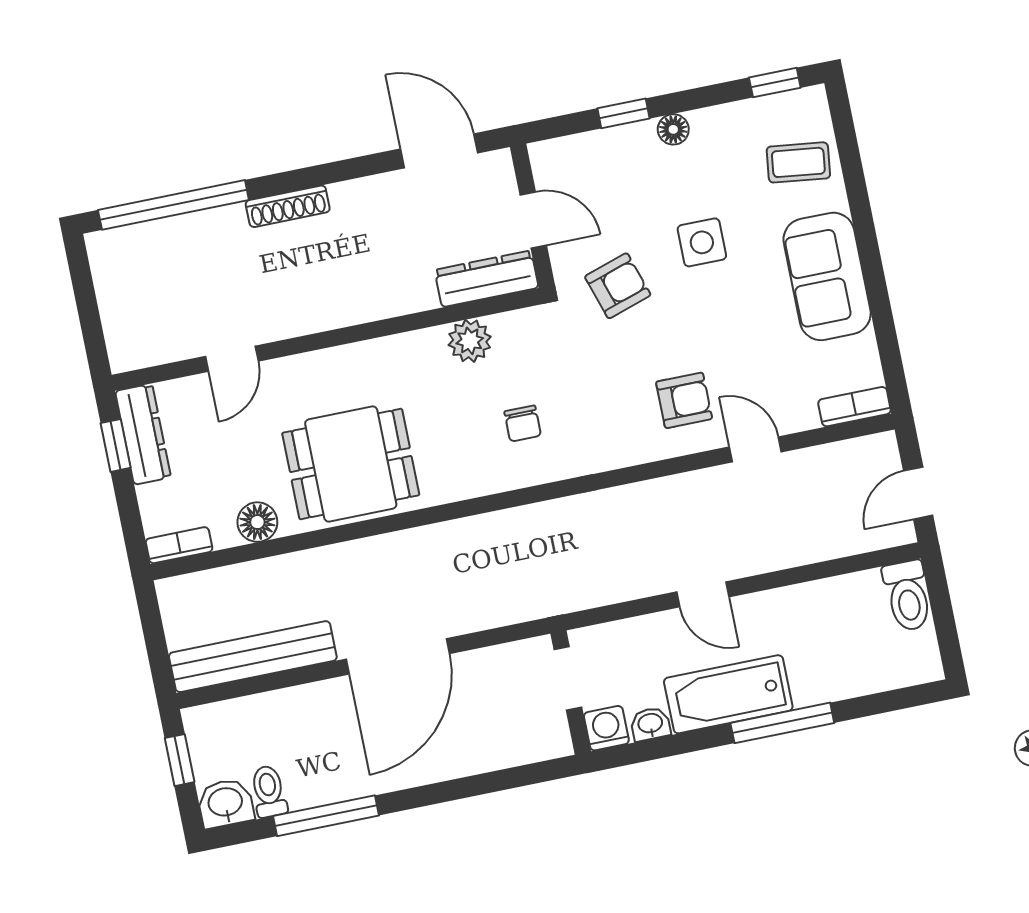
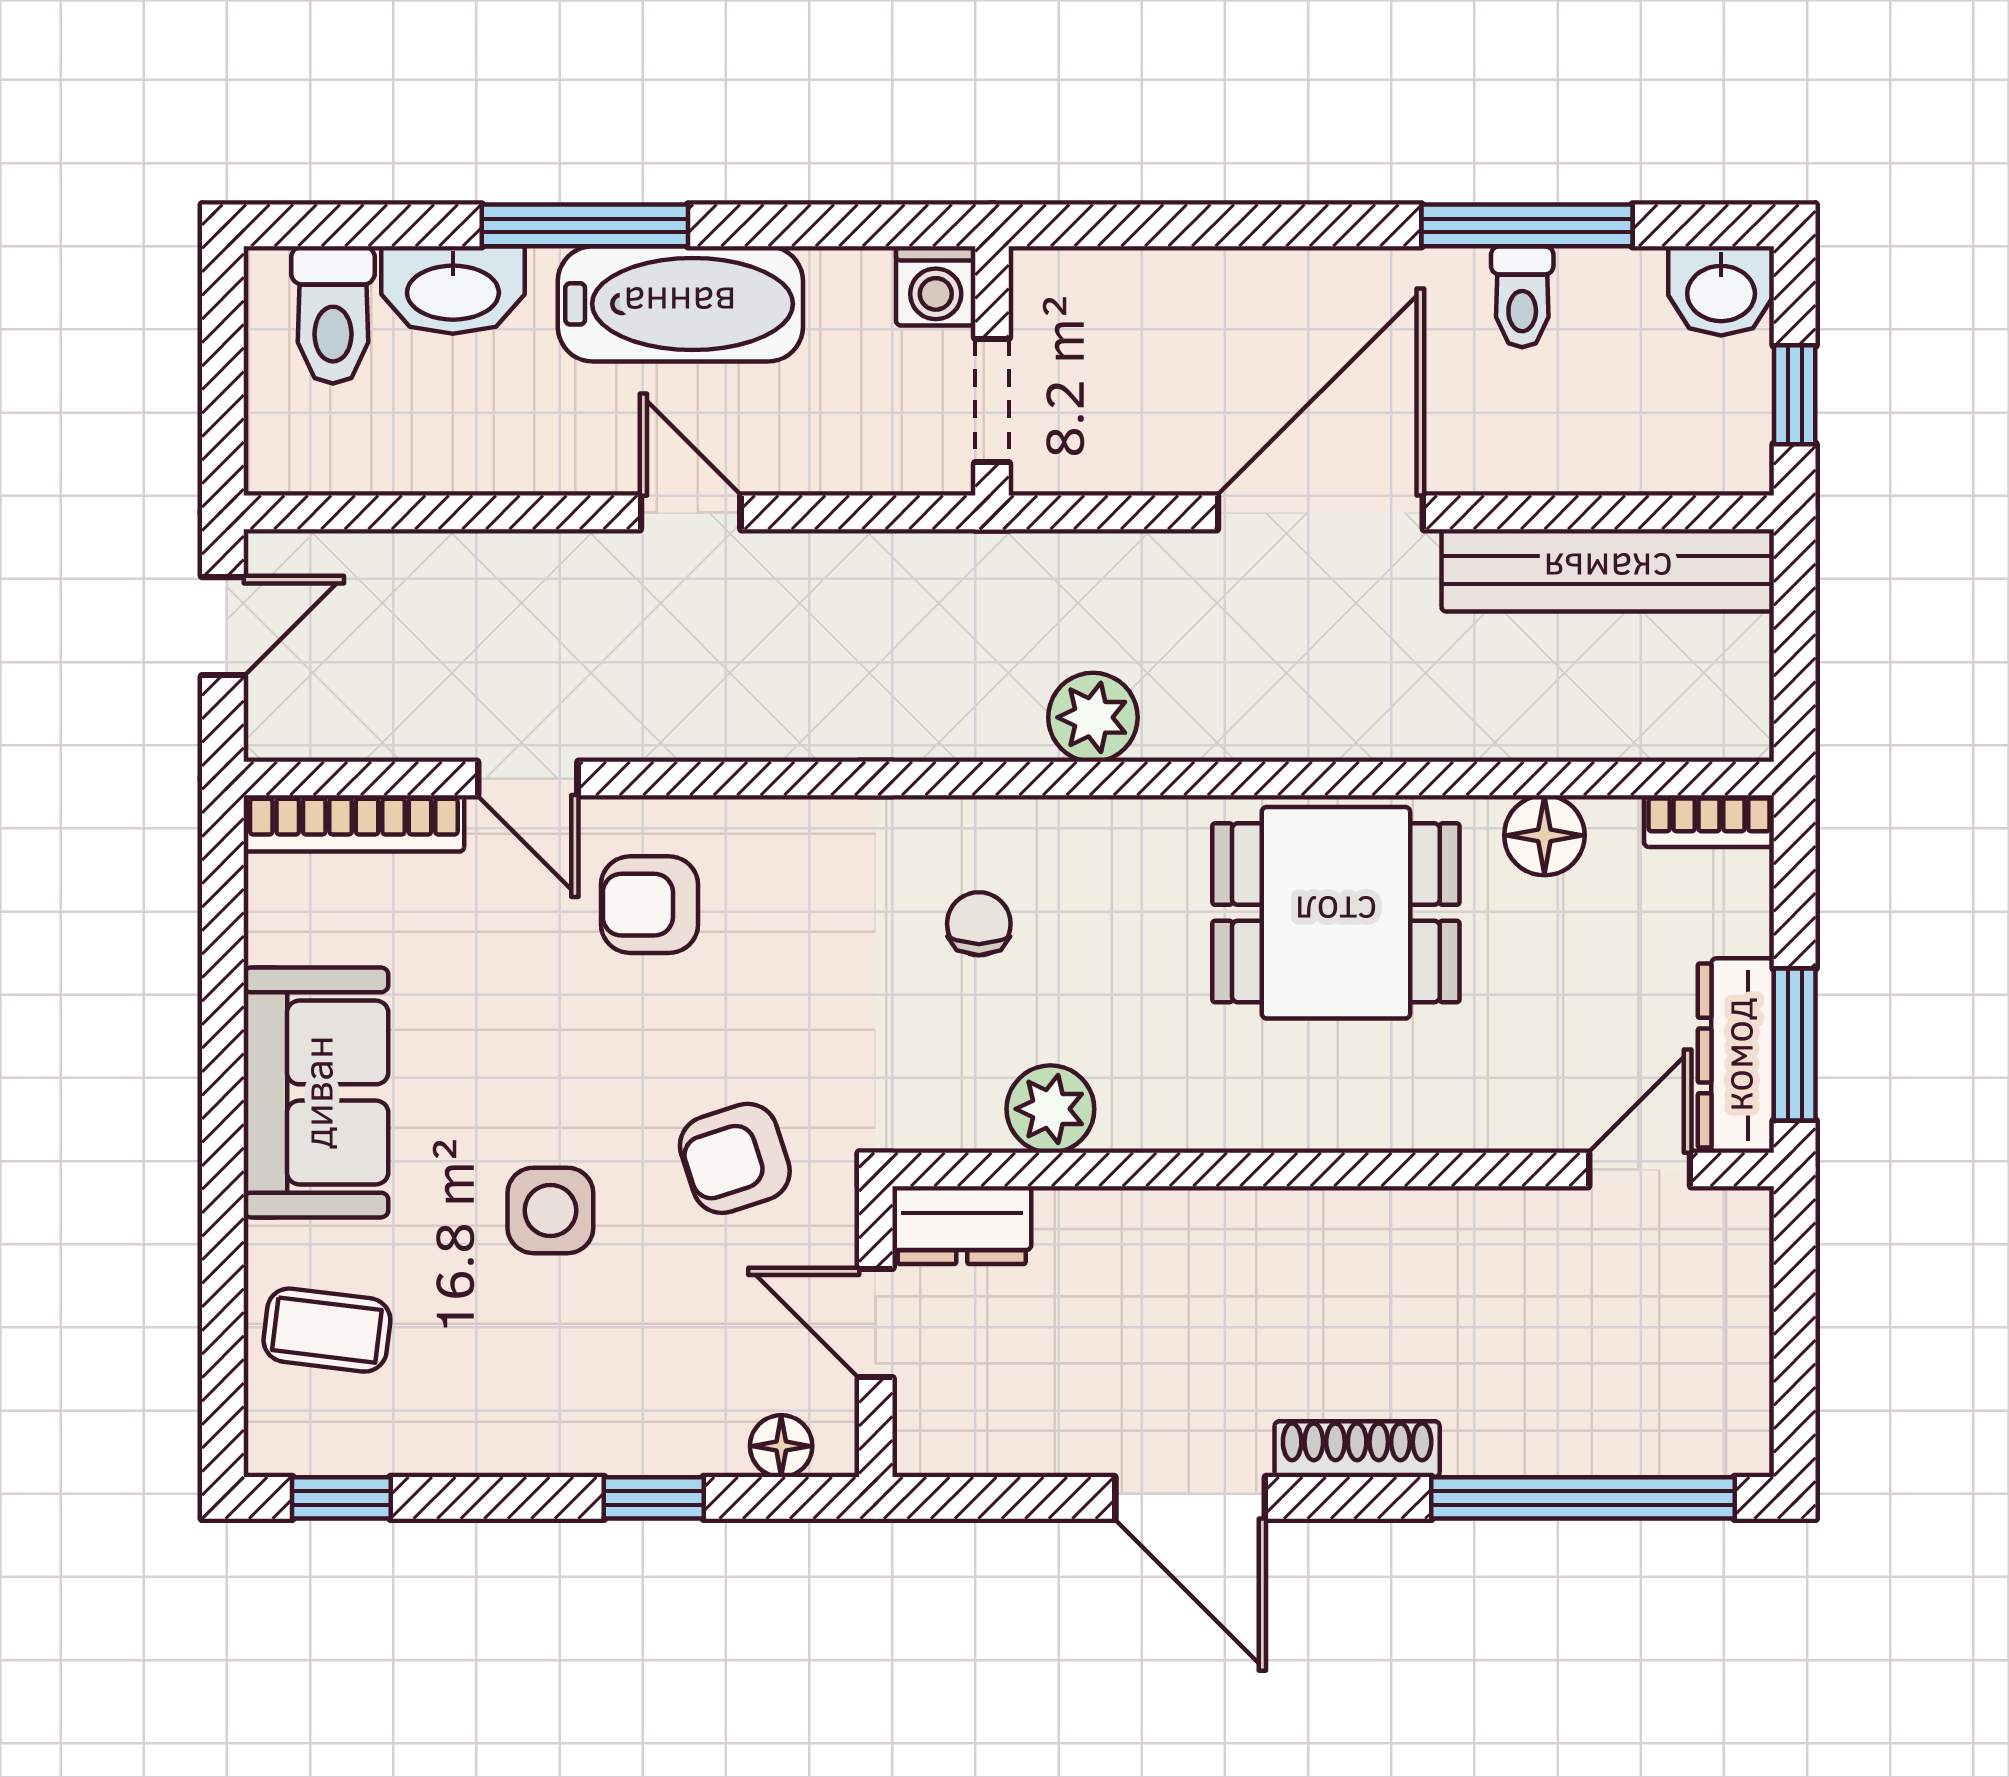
floor lamp: (673, 129) -> (781, 1446), moved
door: (439, 151) -> (1190, 1498), moved
dresser: (487, 279) -> (962, 1225), width x0.70
door: (232, 359) -> (1640, 1169), moved
bookcase: (854, 407) -> (354, 823), width x1.56
window: (116, 445) -> (1795, 1044), width x1.50
plant: (488, 535) -> (1093, 717), added
toilet: (907, 596) -> (333, 315), moved, turned 180
washbasin: (650, 724) -> (453, 290), moved, width x1.91, depth x1.45
toilet: (269, 791) -> (1522, 297), moved

